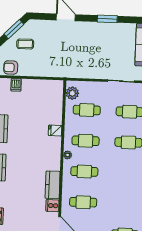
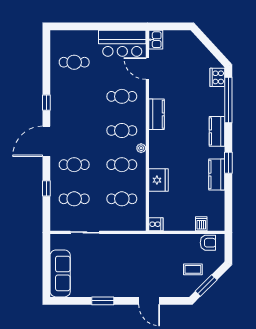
plant: (72, 93) -> (139, 217), removed
fridge: (55, 130) -> (158, 180), width x1.88, depth x1.34
cooker: (52, 206) -> (156, 224), moved

